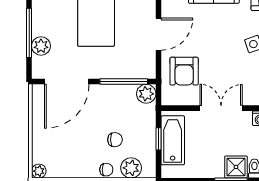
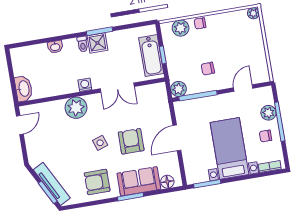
chair: (49, 18) -> (266, 136), added
armchair: (184, 71) -> (131, 141), moved
door: (67, 82) -> (243, 88), width x0.53
chair: (115, 140) -> (208, 69), moved

